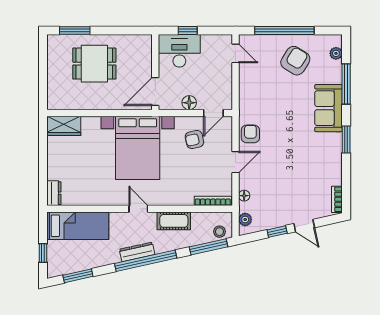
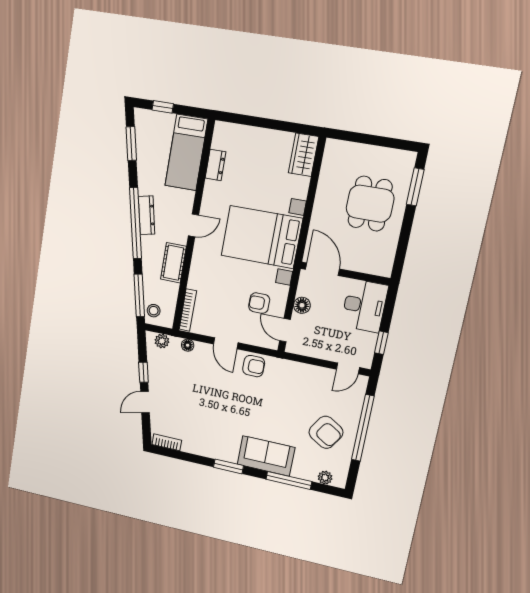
window: (188, 31) -> (381, 343), moved
armchair: (194, 139) -> (259, 303), turned -78
dresser: (54, 193) -> (215, 165), moved, turned -90

